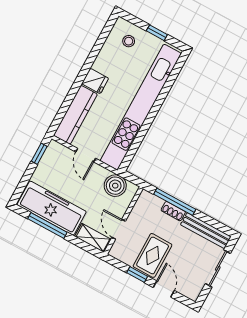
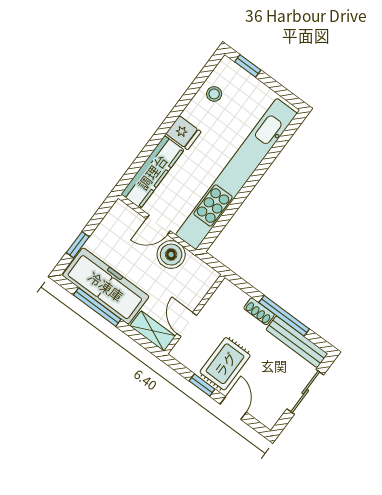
window: (157, 33) -> (248, 66), moved
stool: (129, 41) -> (214, 94), moved
window: (39, 154) -> (78, 245), moved
door: (86, 155) -> (158, 225), hinge flipped
boiler: (115, 186) -> (171, 255), moved
window: (175, 202) -> (284, 316), moved

